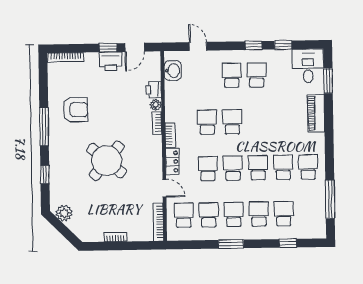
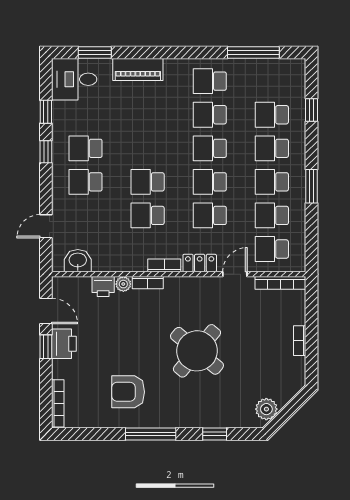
armchair: (75, 110) -> (128, 392), turned -90

